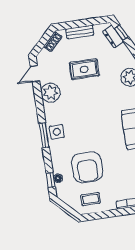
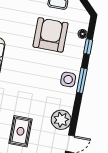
rug: (84, 69) -> (20, 131), turned 90
window: (51, 180) -> (88, 47), moved

